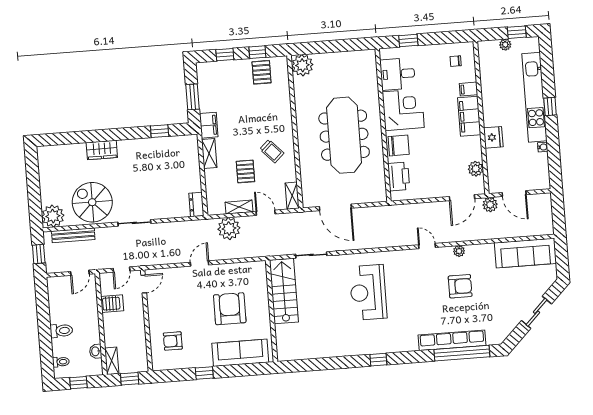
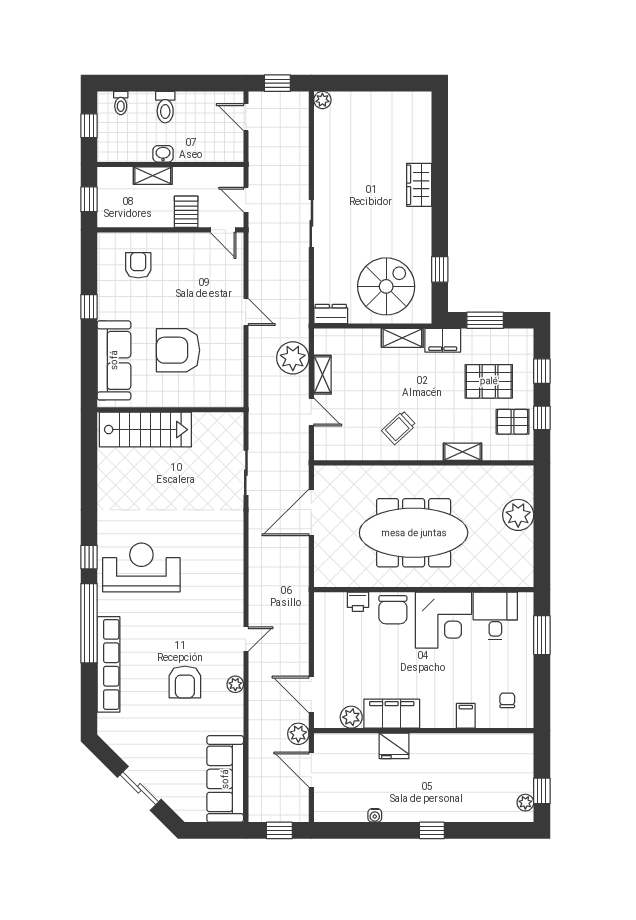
window: (408, 40) -> (542, 635), width x1.50
plant: (505, 45) -> (525, 803), moved
plant: (302, 65) -> (518, 515), moved
kitchen unit: (534, 97) -> (447, 809), removed
filing cabinet: (469, 116) -> (392, 714), moved
pallet: (245, 171) -> (489, 381), moved, width x1.50, depth x1.42
printer: (399, 176) -> (358, 602), width x0.53, depth x0.68
door: (514, 194) -> (311, 770), hinge flipped
shelving: (292, 196) -> (463, 452), moved
spiral stairs: (92, 202) -> (386, 286), moved
door: (266, 213) -> (311, 412), hinge flipped
window: (558, 213) -> (279, 830), added
plant: (53, 216) -> (322, 100), width x0.53, depth x0.53
bench: (73, 235) -> (300, 135), removed
door: (80, 273) -> (246, 117), moved
stairs: (284, 291) -> (145, 430), moved
reception desk: (368, 292) -> (141, 567), moved
server rack: (112, 304) -> (186, 212), moved, turned 180
armchair: (230, 309) -> (178, 350), turned 180
washbasin: (96, 351) -> (163, 154), moved
window: (462, 353) -> (89, 623), moved
shelving: (112, 361) -> (153, 176), moved

